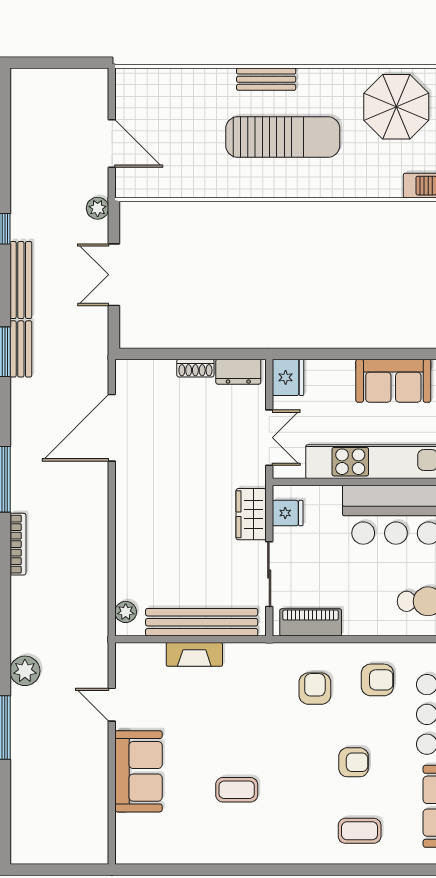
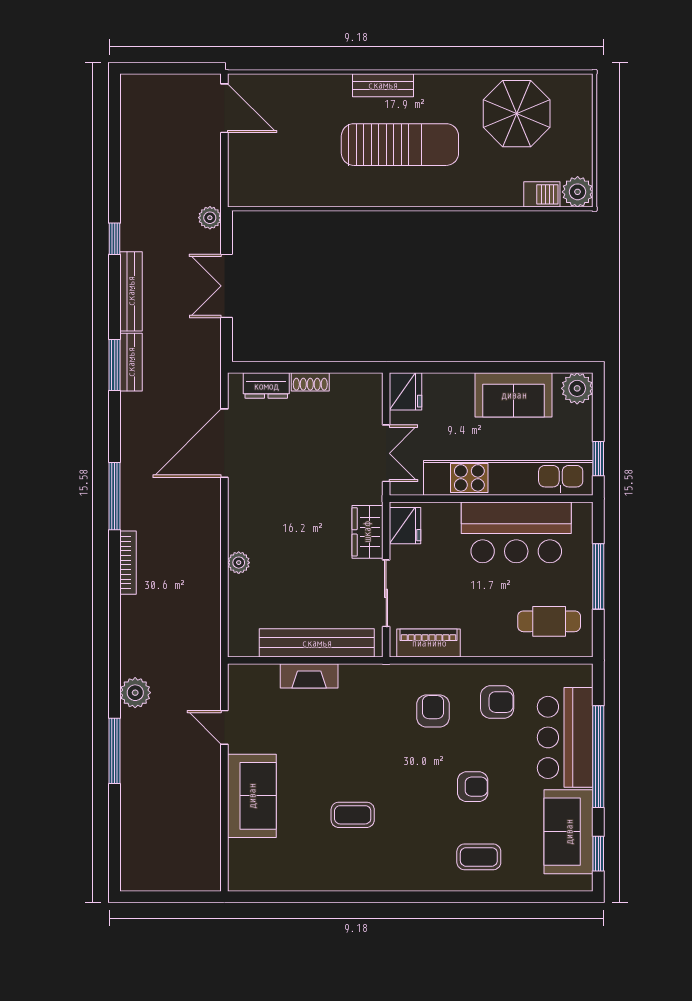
door: (112, 143) -> (224, 108), moved
dresser: (238, 372) -> (266, 386), moved
fridge: (288, 513) -> (405, 526), width x1.38
plant: (126, 612) -> (239, 563), moved

